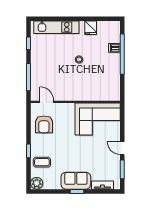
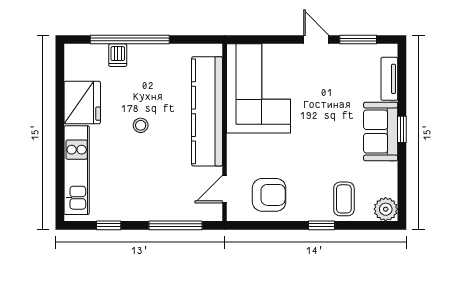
fridge: (91, 28) -> (82, 103), width x1.88, depth x1.34
kitchen counter: (86, 93) -> (207, 111), added
door: (122, 148) -> (316, 40), swing flipped

